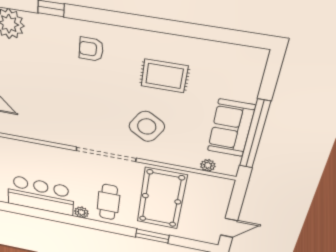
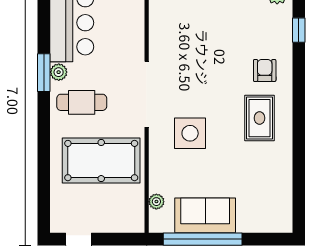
rug: (164, 76) -> (259, 118), moved
side table: (147, 126) -> (190, 133), turned -32
window: (152, 236) -> (44, 73), moved

